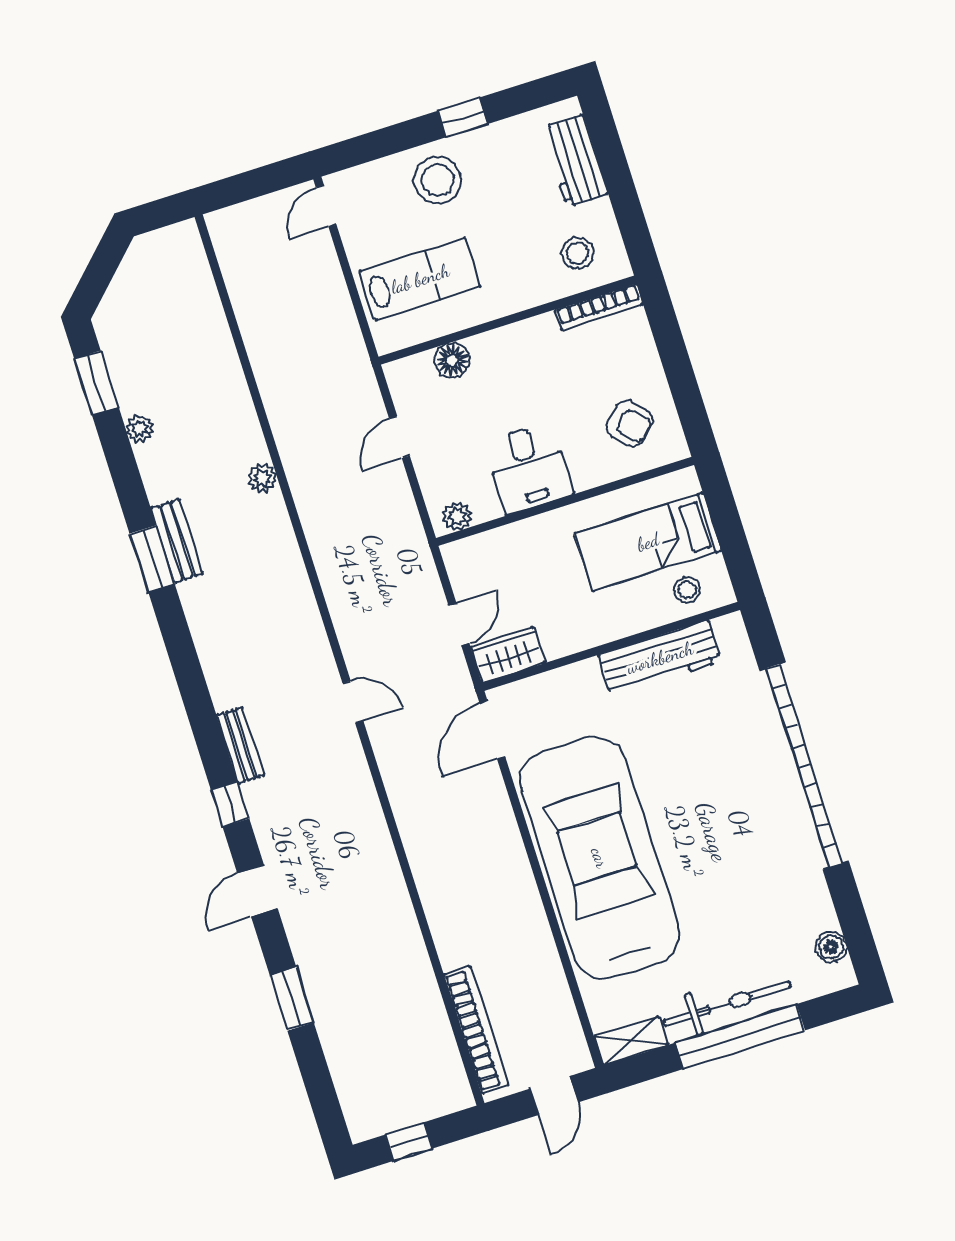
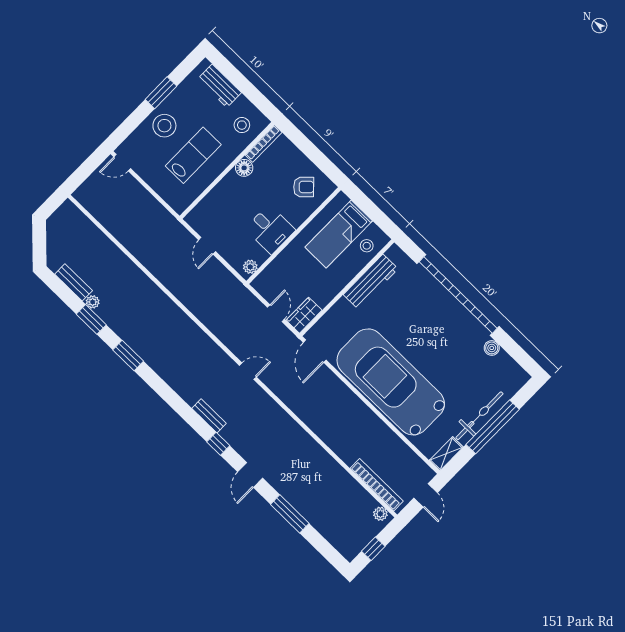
window: (463, 117) -> (161, 93), width x1.50
door: (326, 206) -> (122, 163), hinge flipped
lab bench: (420, 279) -> (193, 155), moved
floor lamp: (452, 360) -> (244, 168), moved
window: (96, 383) -> (91, 319), moved
plant: (262, 478) -> (380, 514), moved
bench: (177, 541) -> (74, 282), moved
boiler: (831, 947) -> (492, 348), moved
window: (292, 999) -> (290, 514), width x1.44

